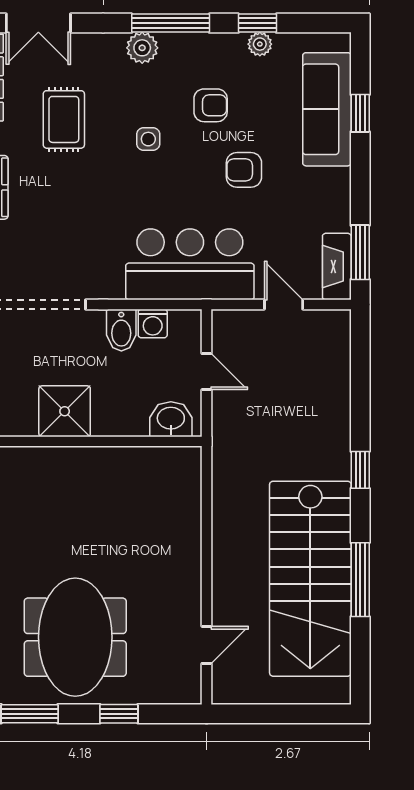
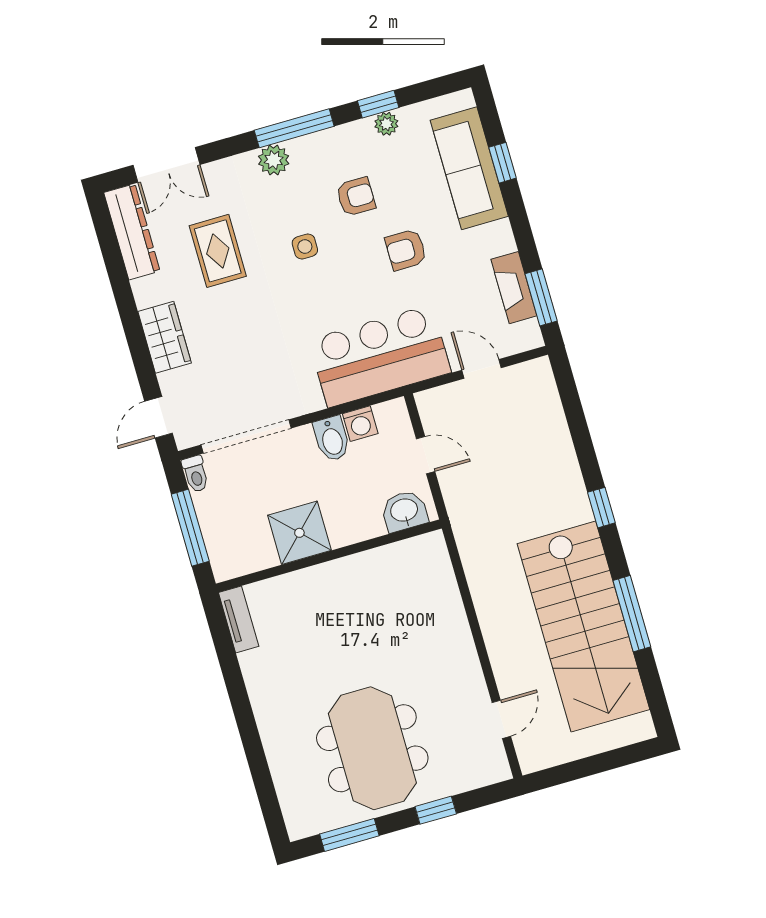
fireplace: (337, 267) -> (514, 288), moved

